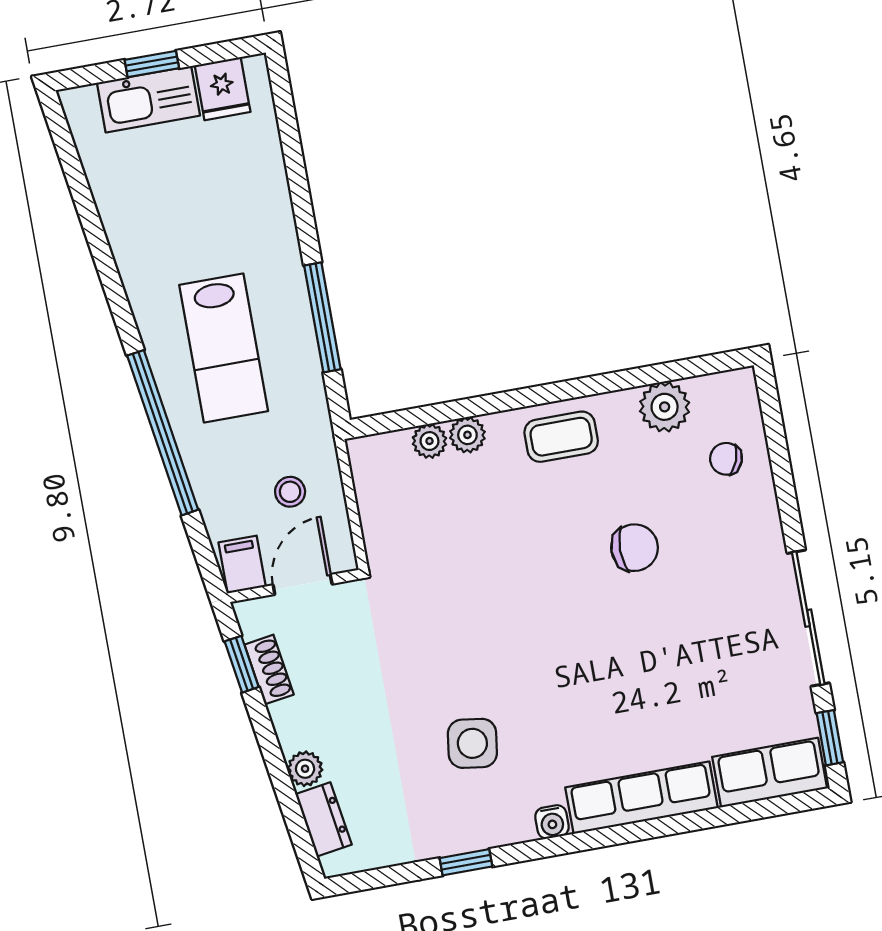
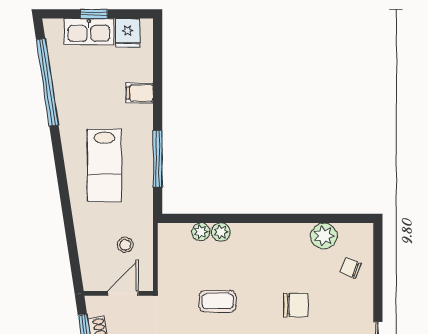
window: (163, 433) -> (47, 82), moved
coffee table: (561, 437) -> (218, 301), moved
filing cabinet: (242, 565) -> (140, 93), moved, turned -90

